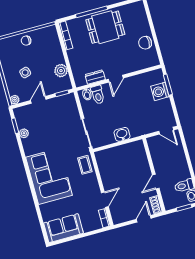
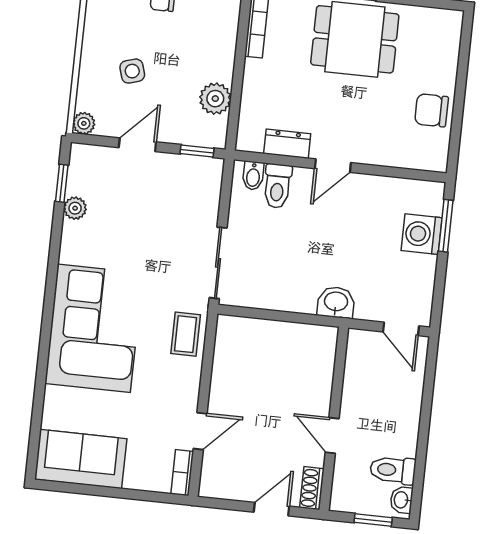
washbasin: (122, 134) -> (336, 302), moved
door: (156, 182) -> (332, 435), hinge flipped

